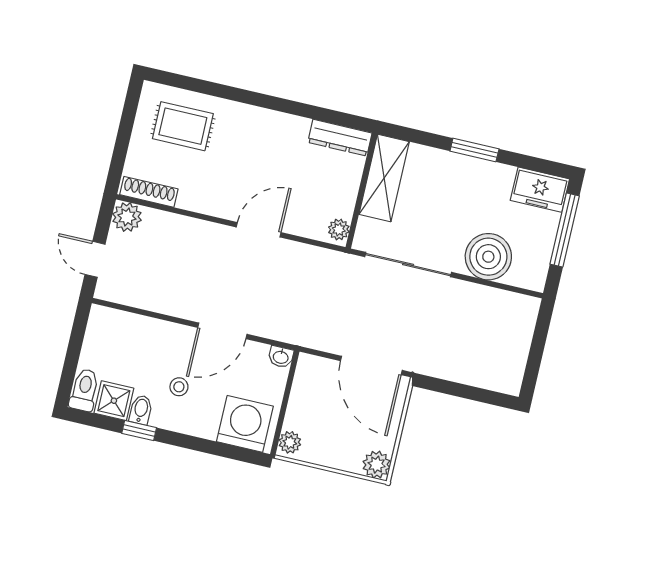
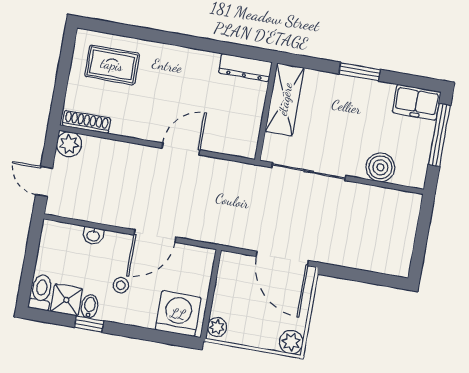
plant: (339, 229) -> (249, 145), removed
boiler: (488, 257) -> (380, 167), width x0.73, depth x0.73
washbasin: (281, 357) -> (93, 236), moved

